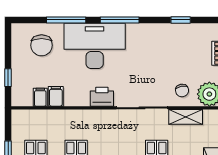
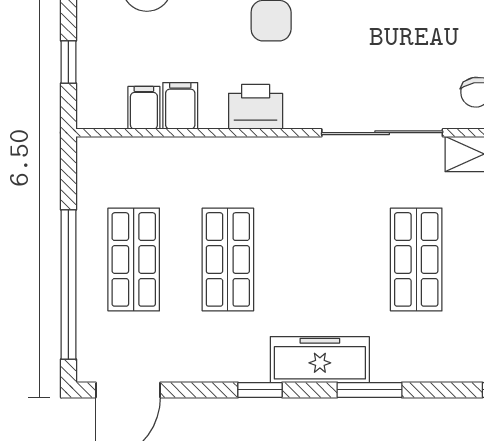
printer: (102, 97) -> (256, 107), moved

